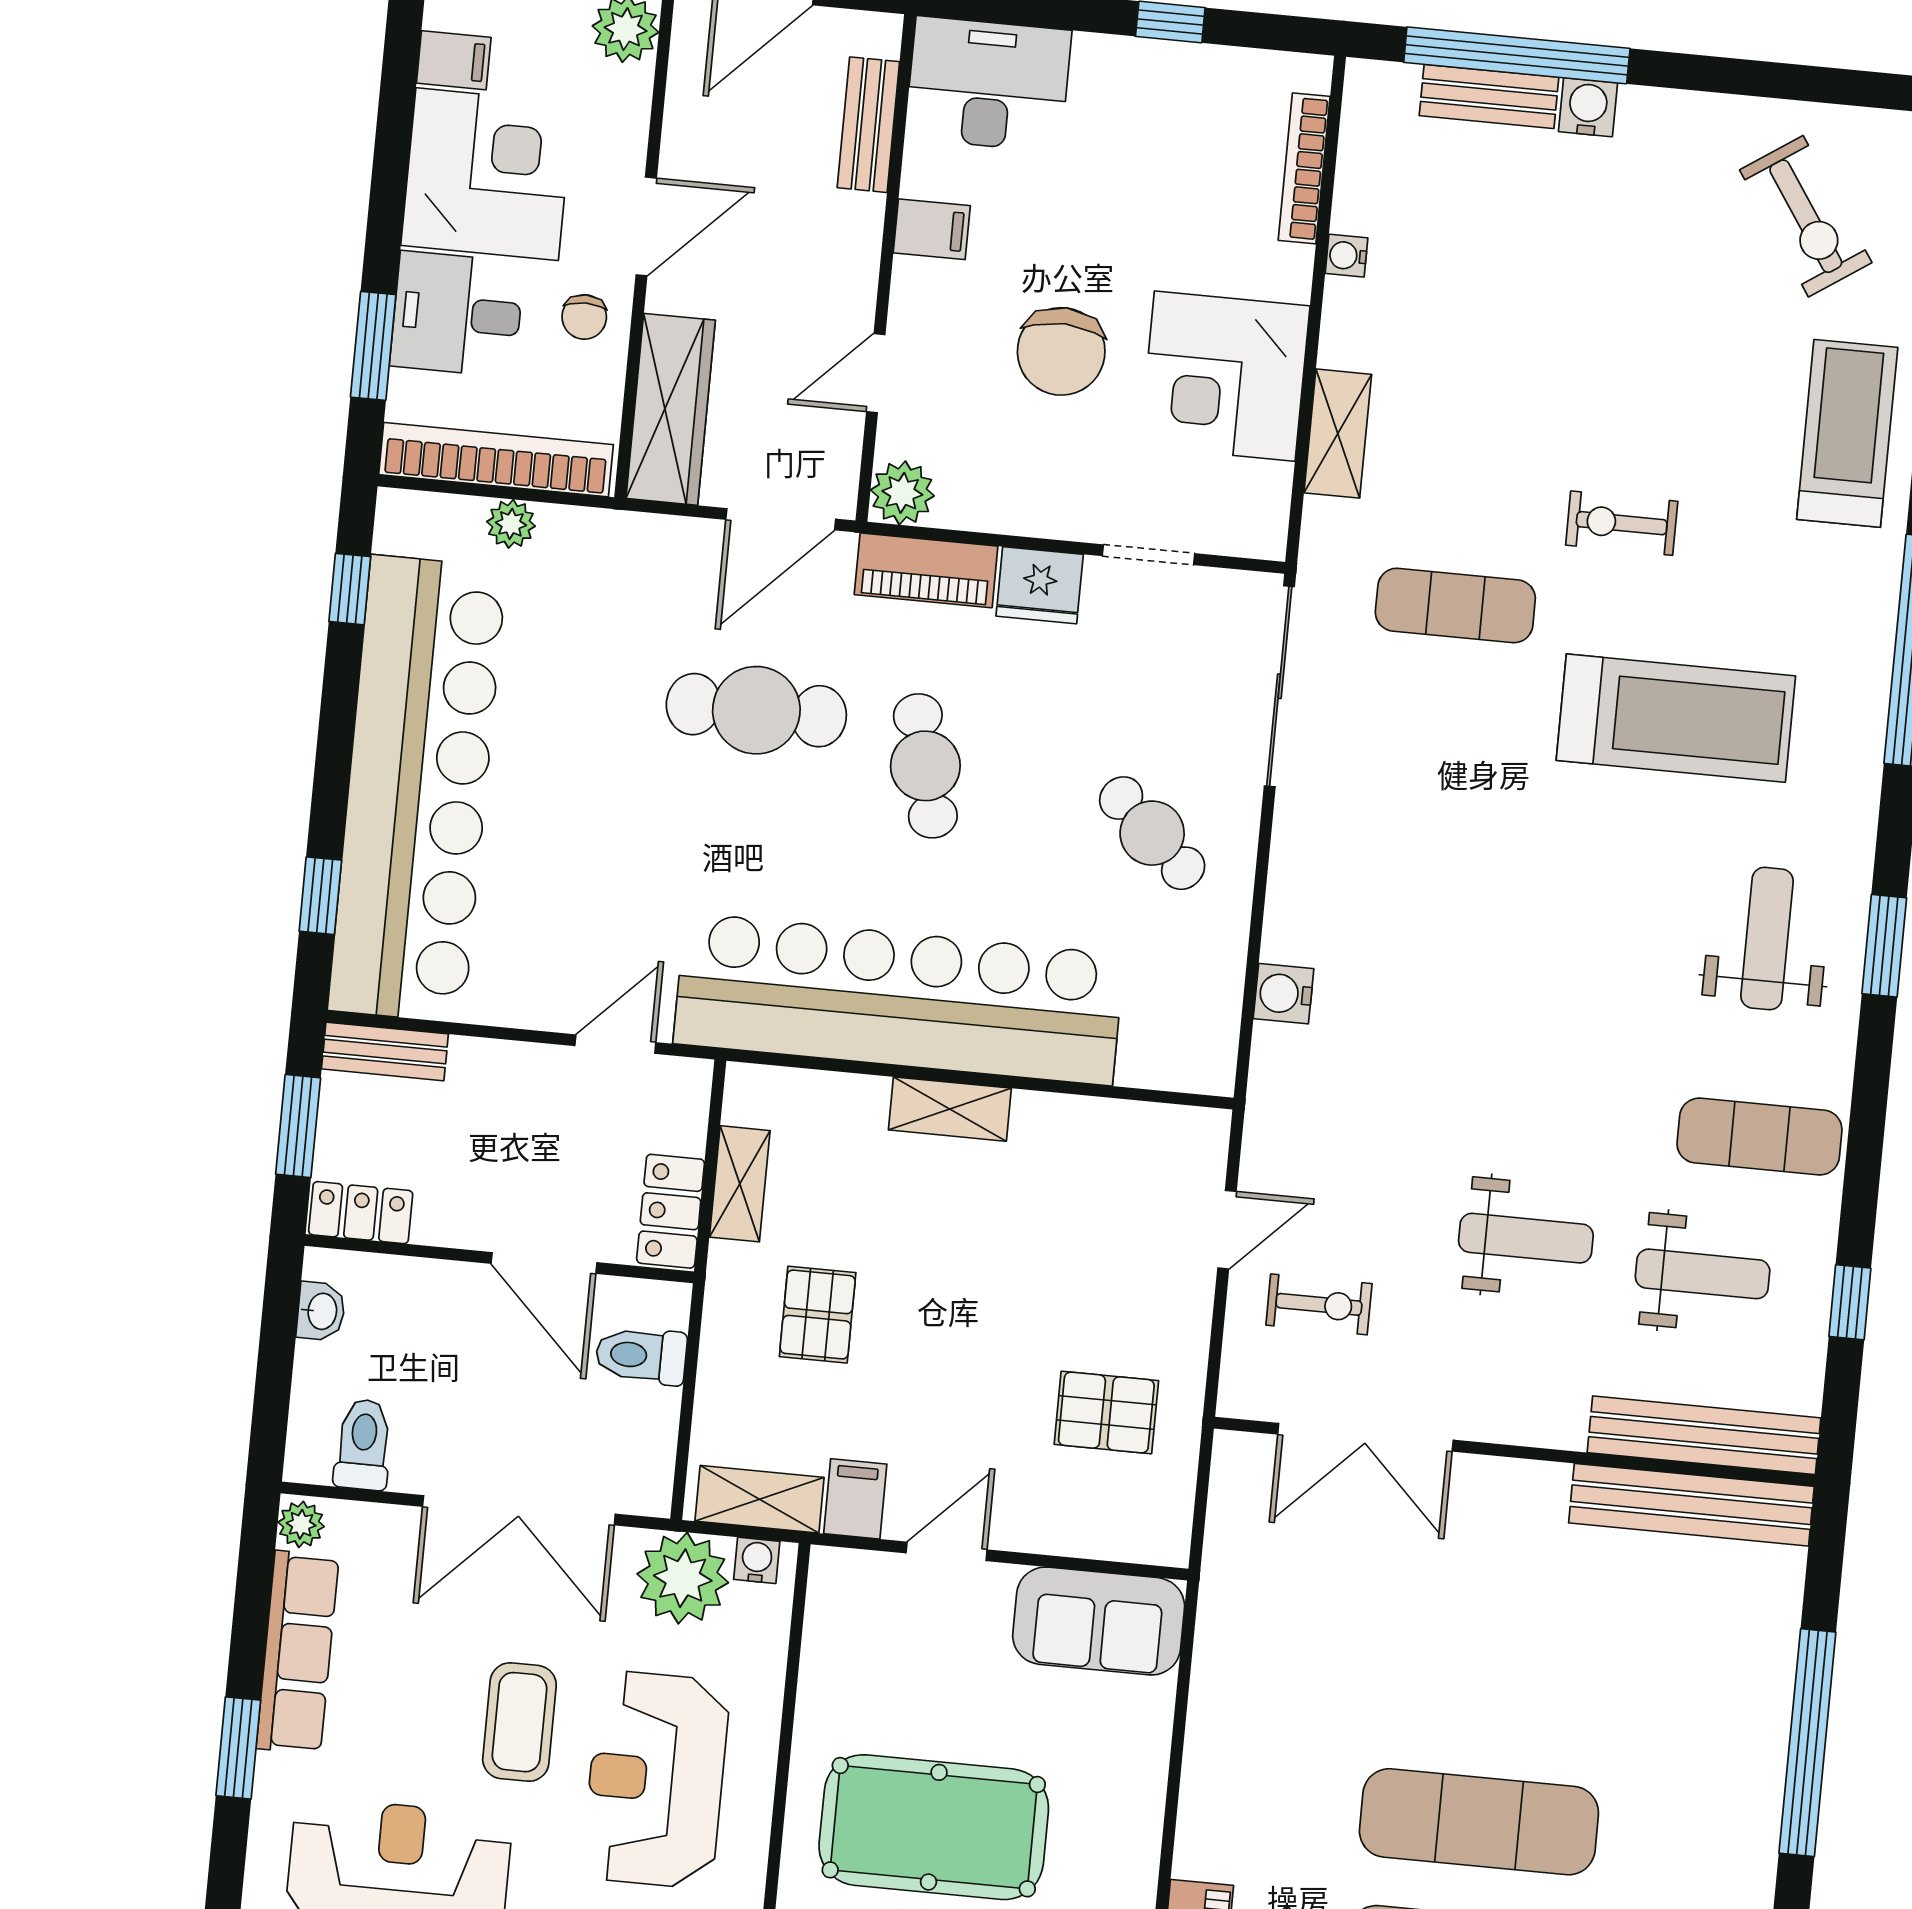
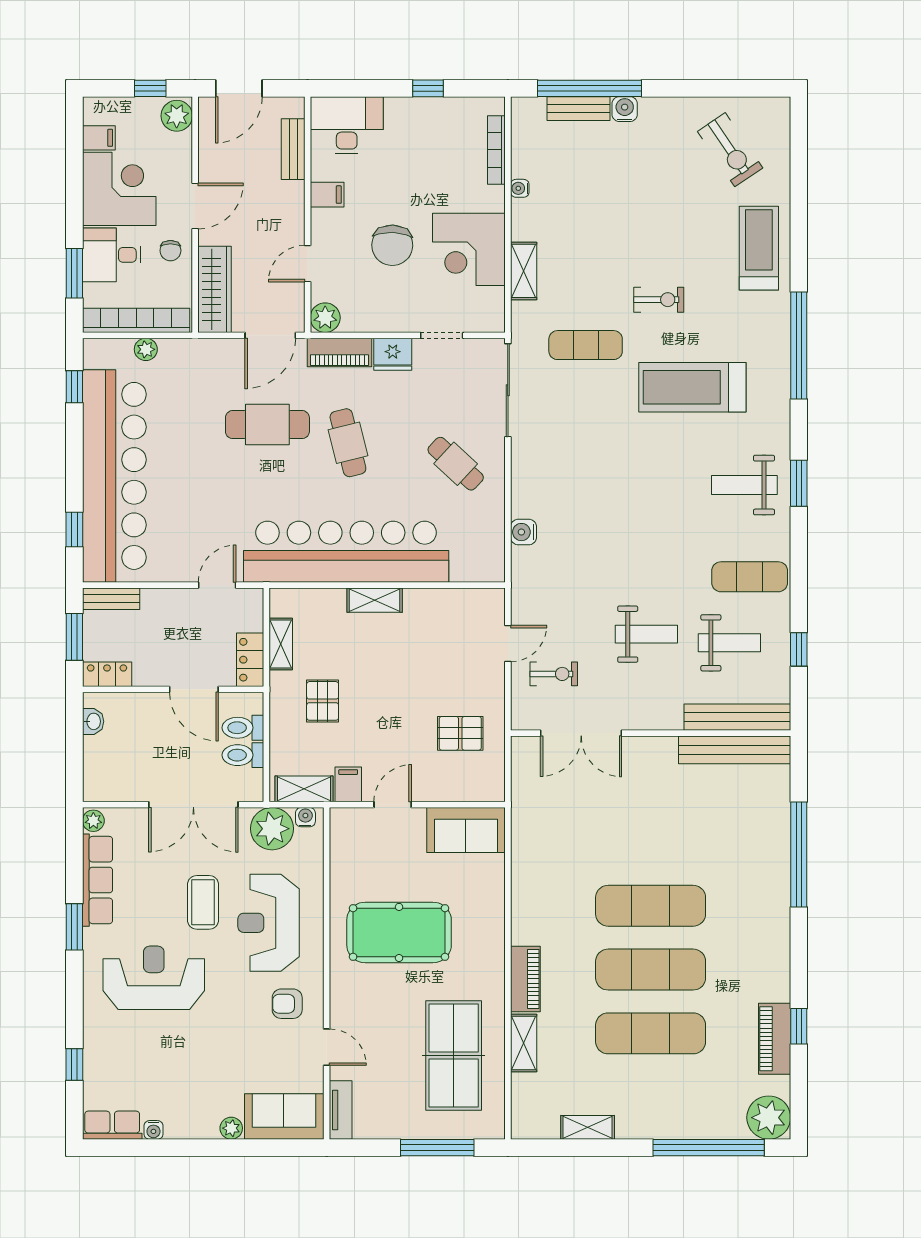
exercise bike: (1622, 523) -> (659, 300), turned 180
treadmill: (1676, 718) -> (692, 387), turned 180
weight bench: (1767, 939) -> (744, 485), turned -90
toilet: (363, 1444) -> (243, 755), moved, turned -90

